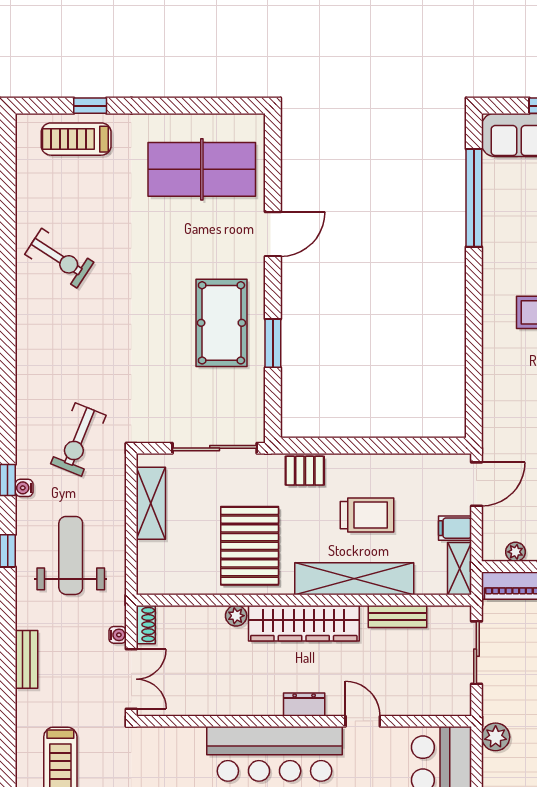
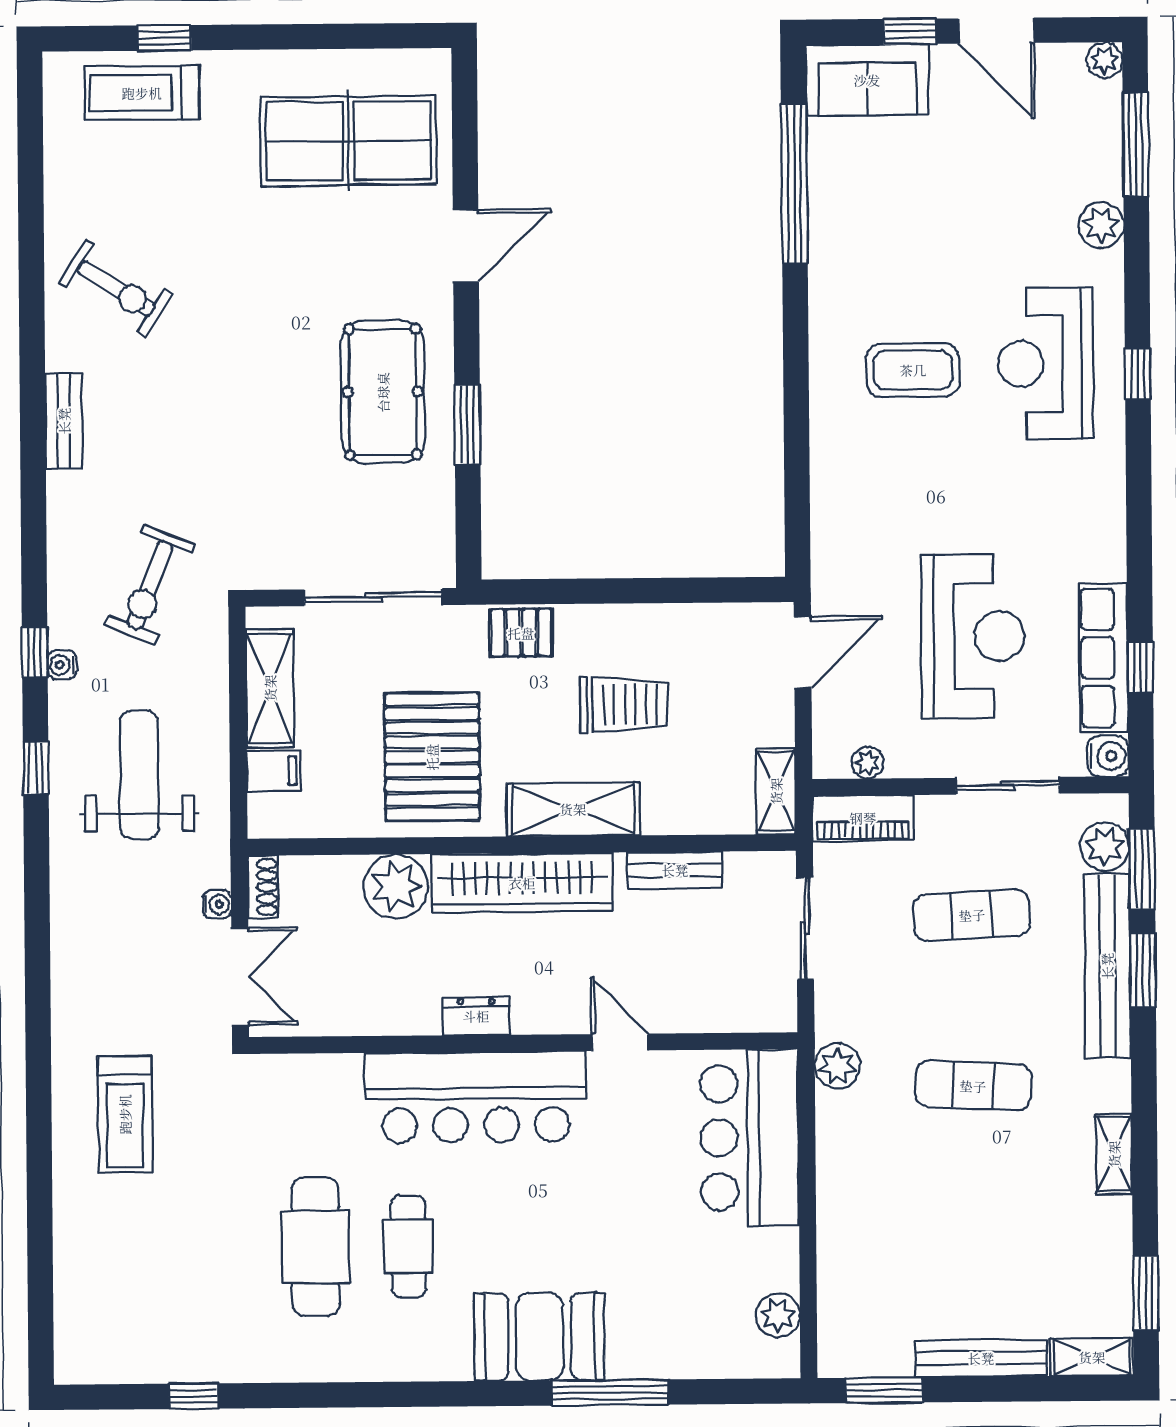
filing cabinet: (455, 528) -> (274, 771), moved, turned 180
shelving: (354, 579) -> (573, 809), width x0.68
plant: (236, 616) -> (396, 887), width x1.88, depth x1.88
bench: (26, 659) -> (64, 421), moved
dresser: (304, 704) -> (476, 1016), moved

